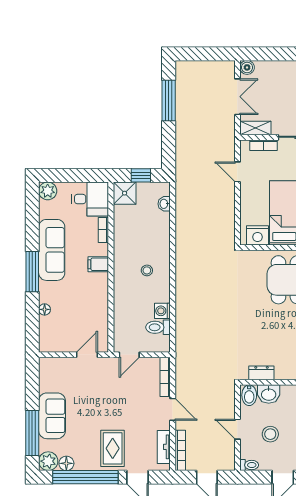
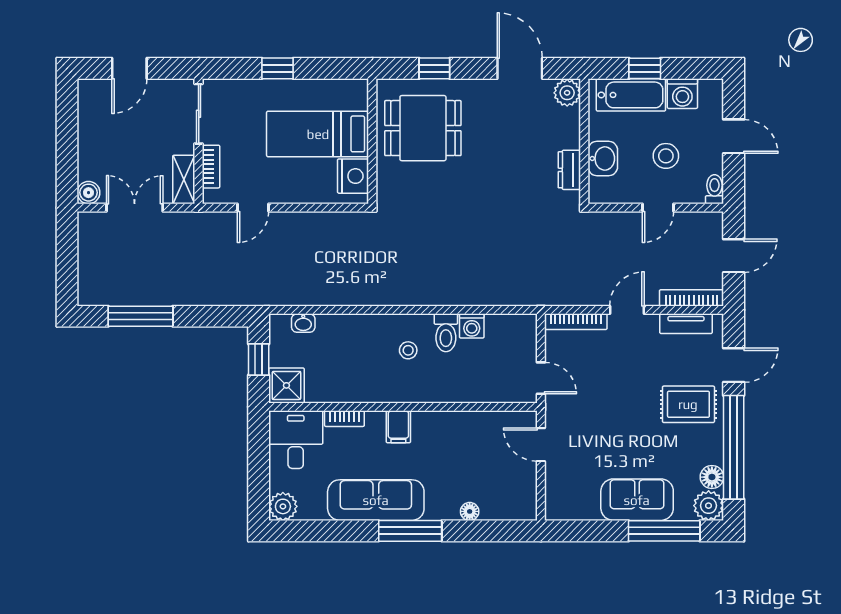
toilet: (158, 327) -> (446, 333), moved
bidet: (249, 395) -> (605, 189), removed

